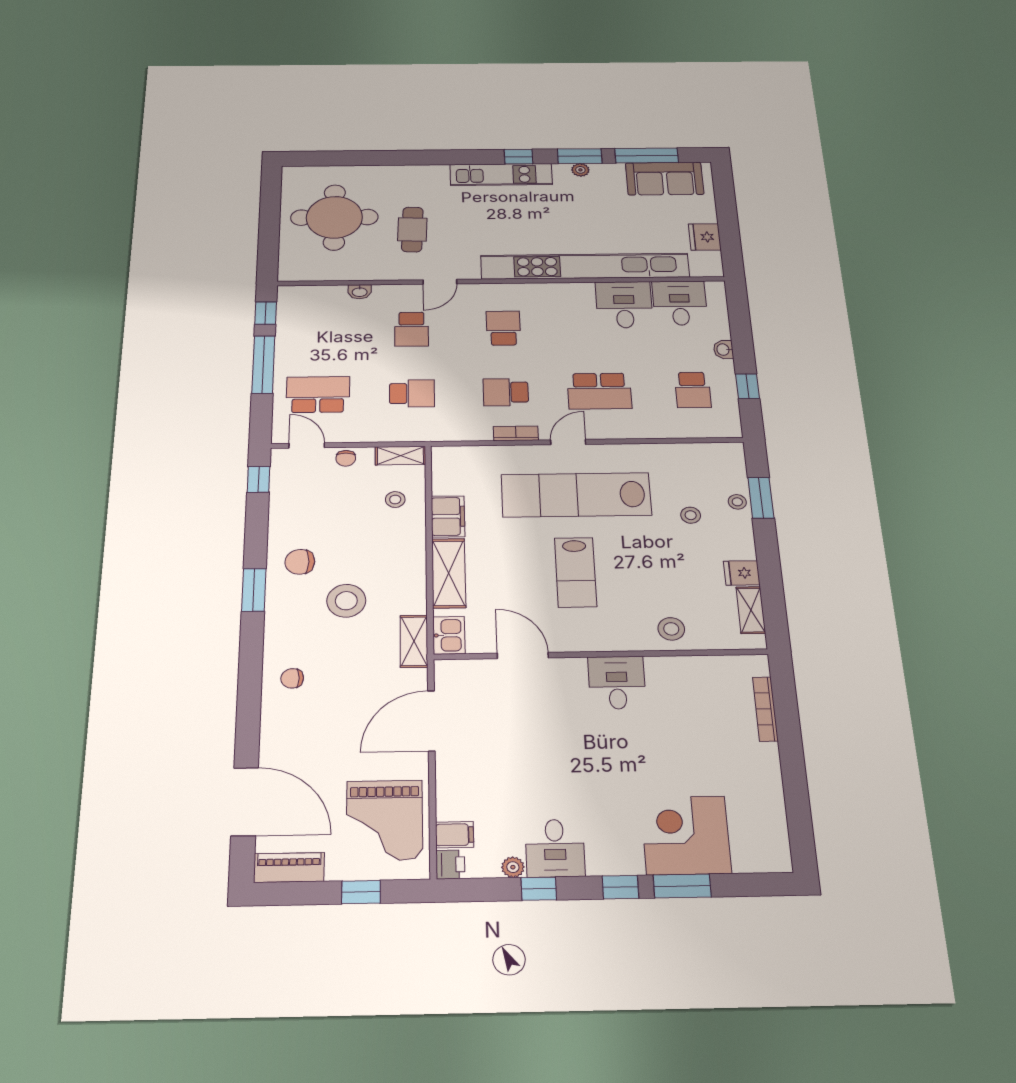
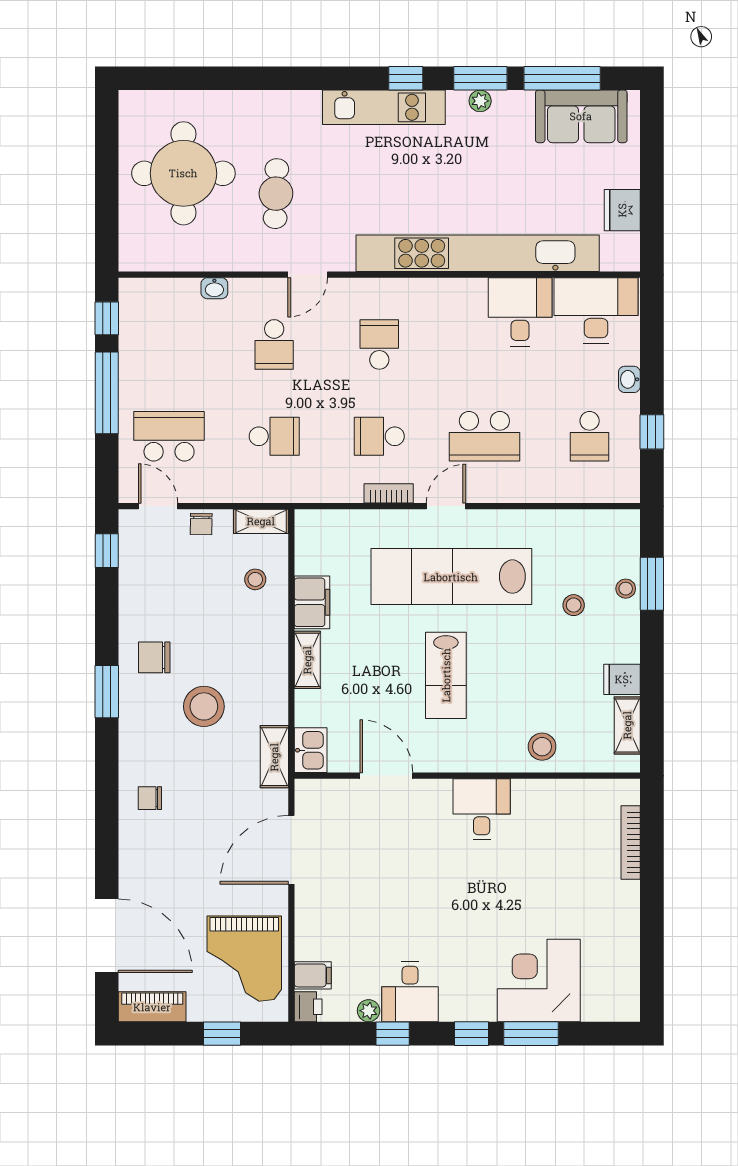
desk: (680, 303) -> (596, 310), width x1.37
shelving: (449, 573) -> (307, 660), width x0.67, depth x0.75

